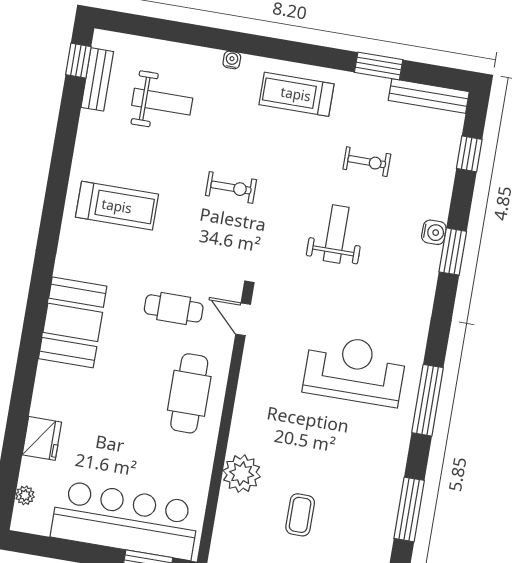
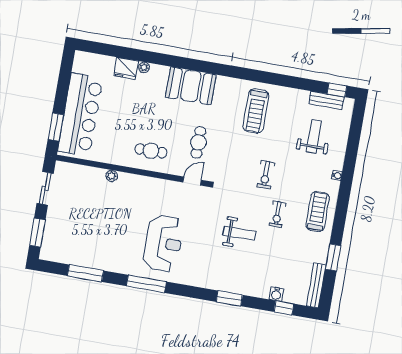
weight bench: (162, 102) -> (314, 137), turned 180
exercise bike: (367, 162) -> (277, 214), moved
water cooler: (434, 232) -> (276, 294), moved
cafe table: (189, 393) -> (151, 151), width x0.73, depth x0.74
plant: (242, 474) -> (112, 176), width x0.53, depth x0.53
plant: (25, 495) -> (144, 67), moved
coffee table: (300, 515) -> (83, 212), removed

